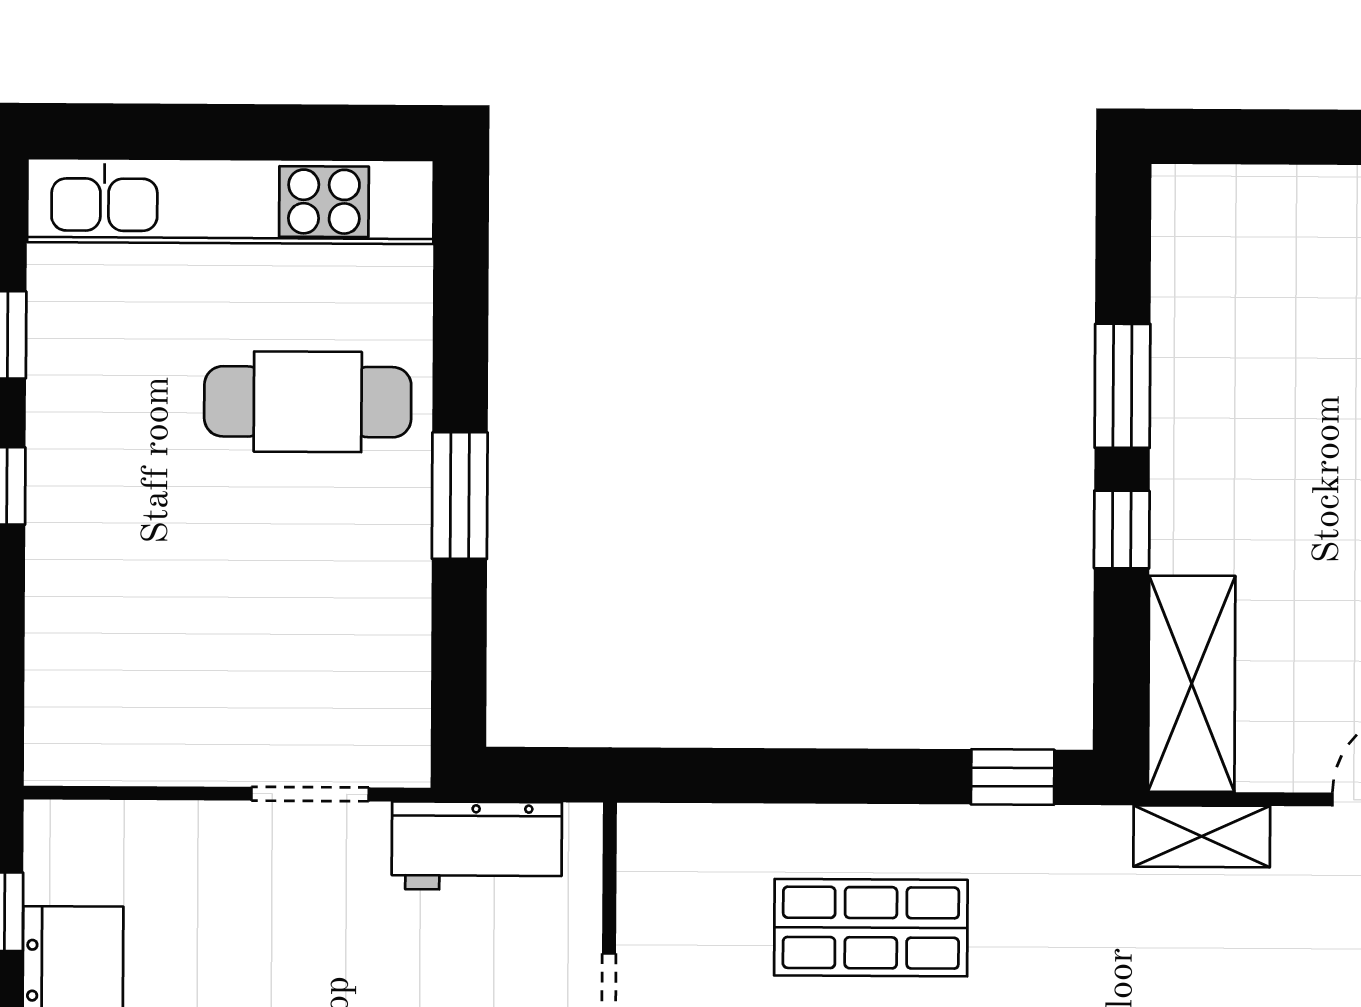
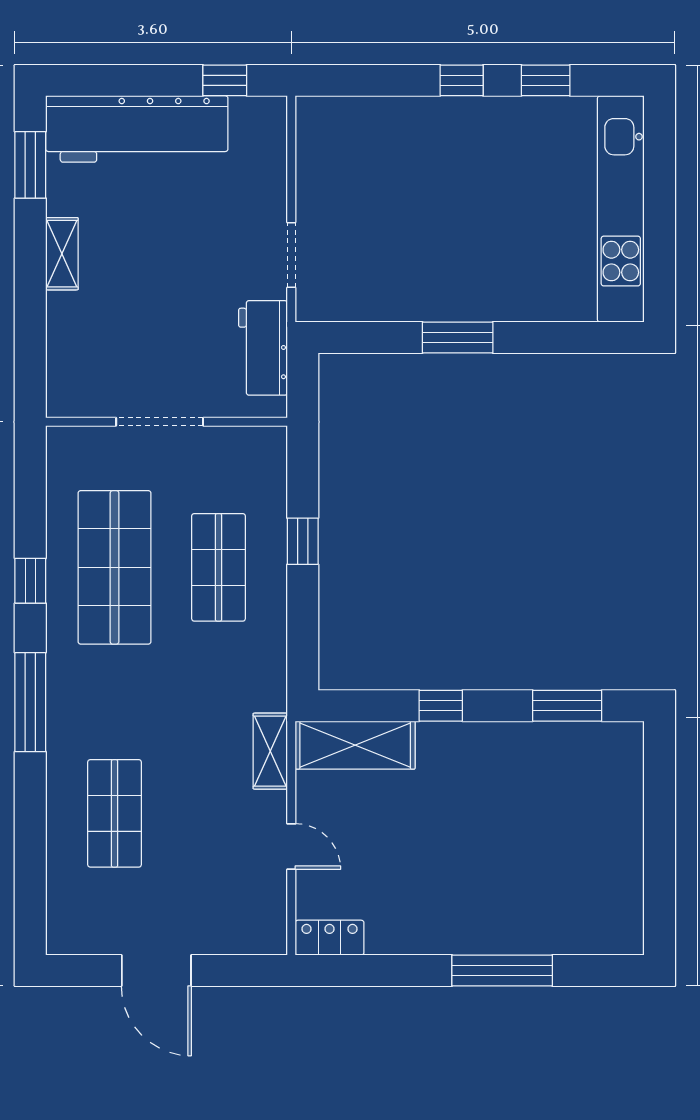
window: (1122, 386) -> (567, 706), moved
cafe table: (308, 402) -> (509, 253), removed
window: (1013, 777) -> (303, 541), moved

